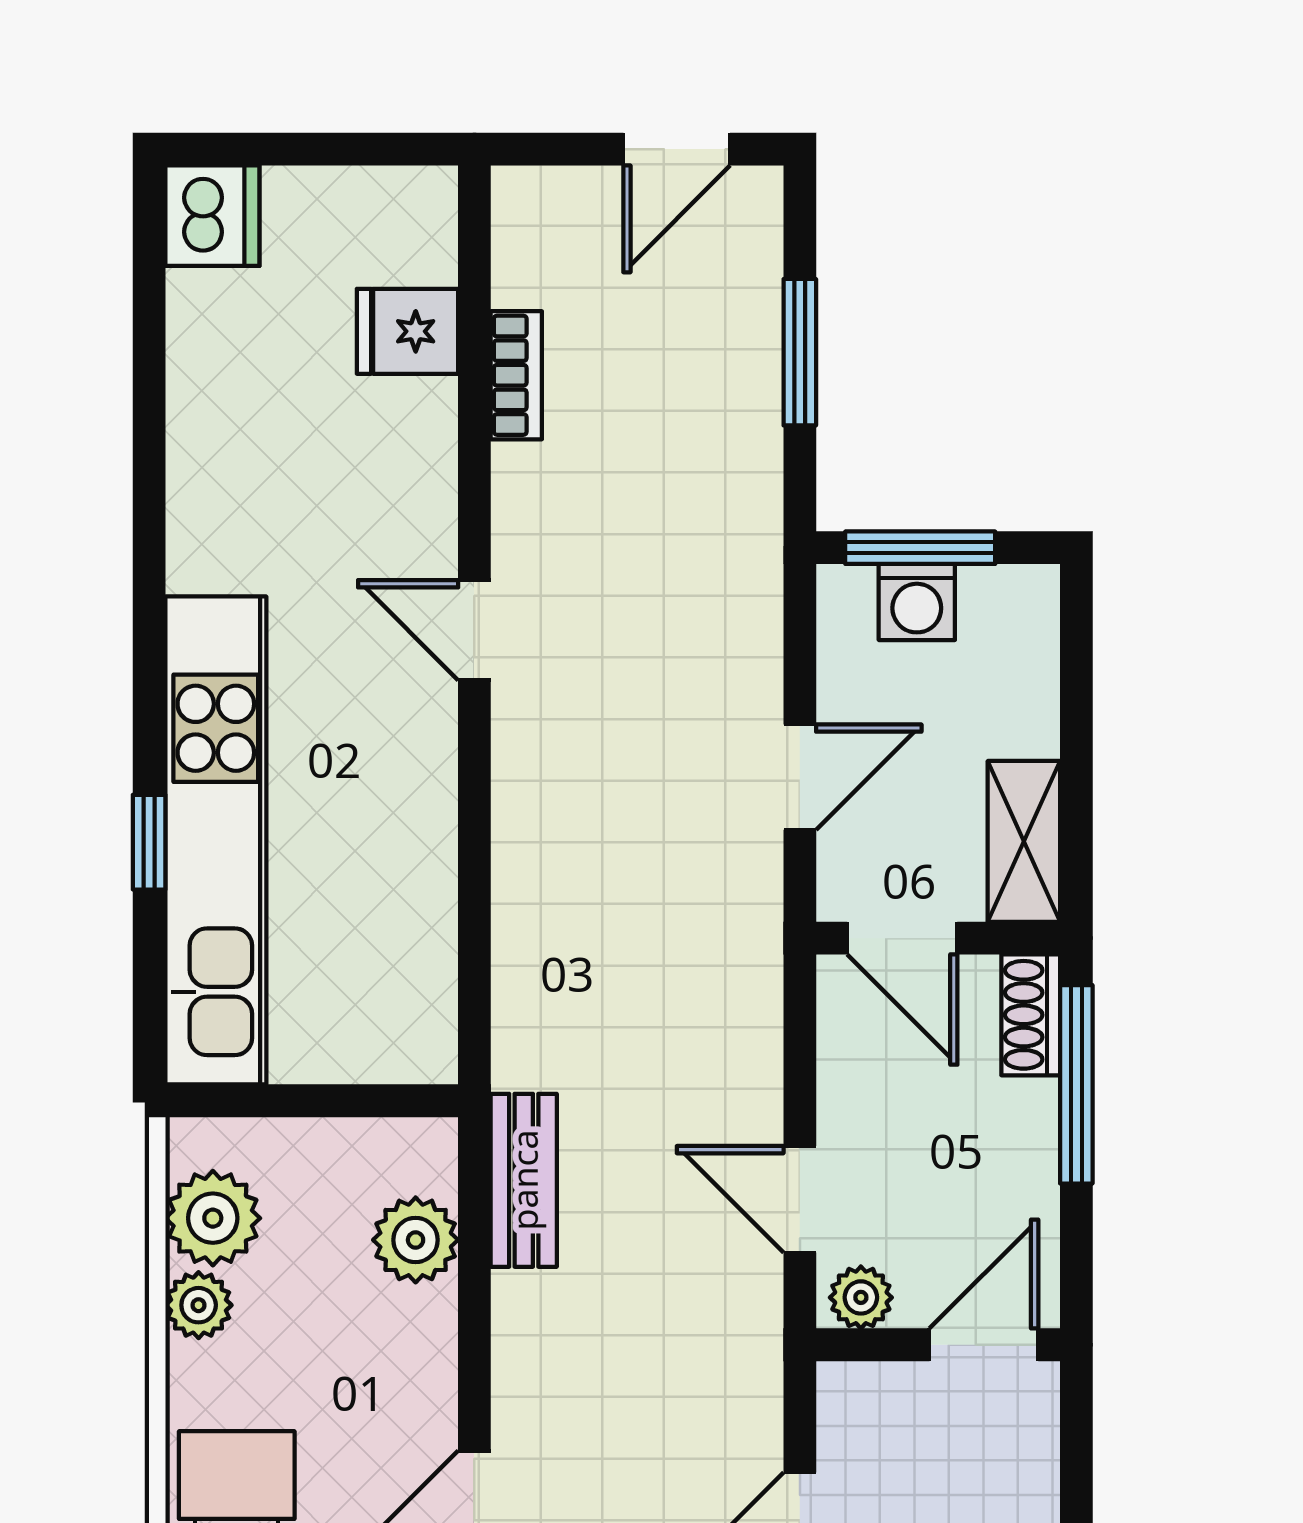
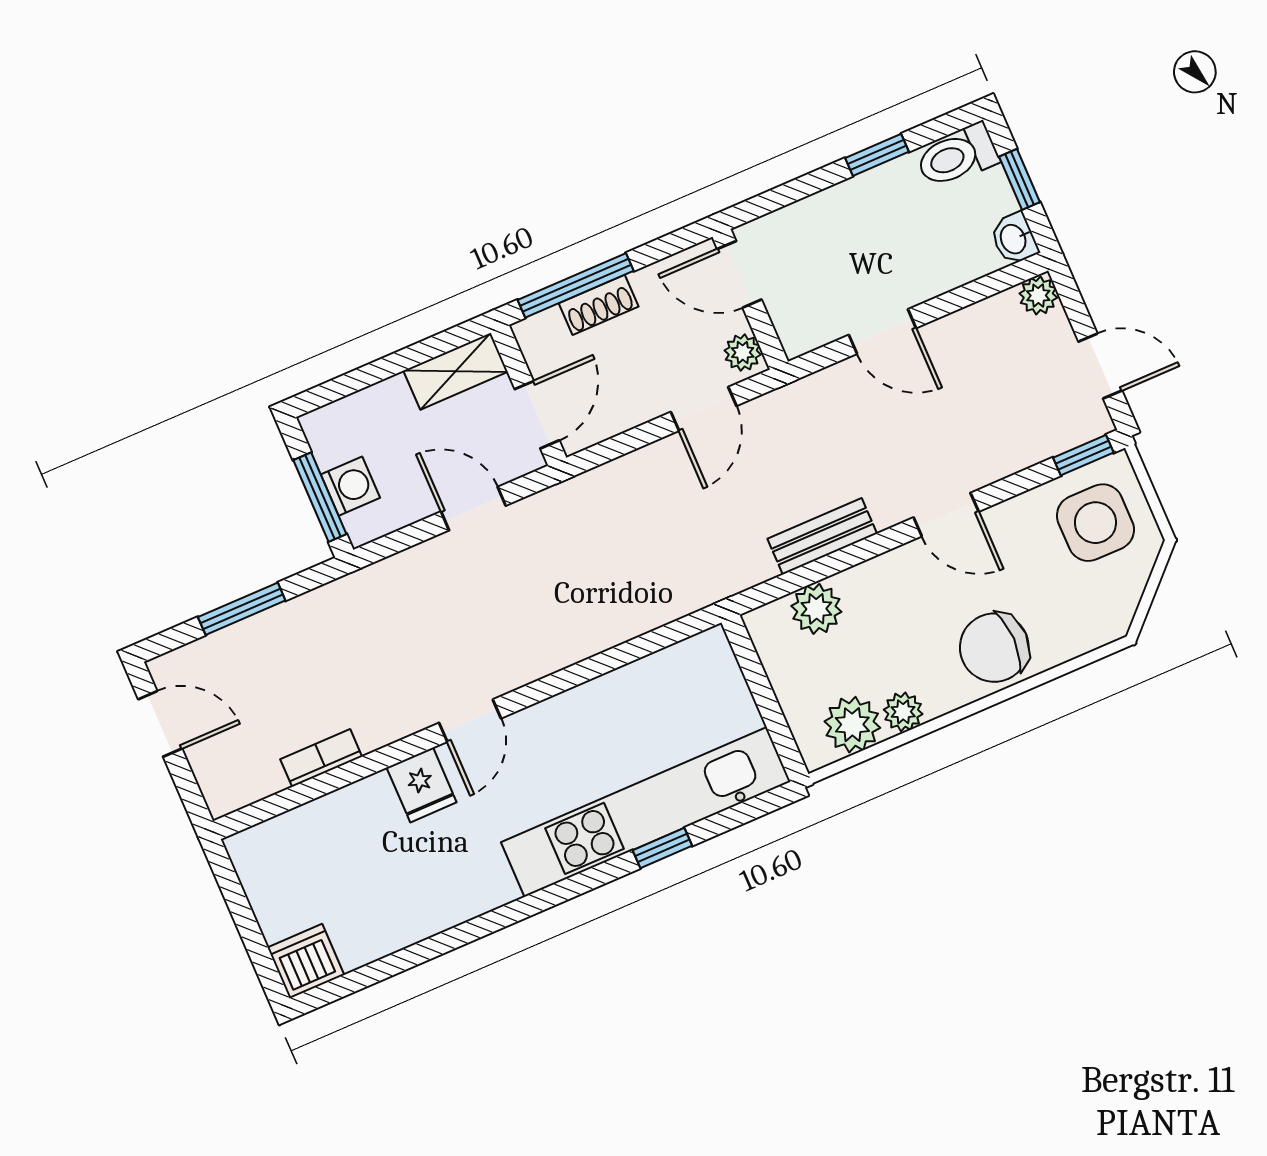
fridge: (408, 331) -> (422, 785), moved
shoe rack: (1031, 1015) -> (599, 305), moved
bench: (524, 1180) -> (822, 536), moved

